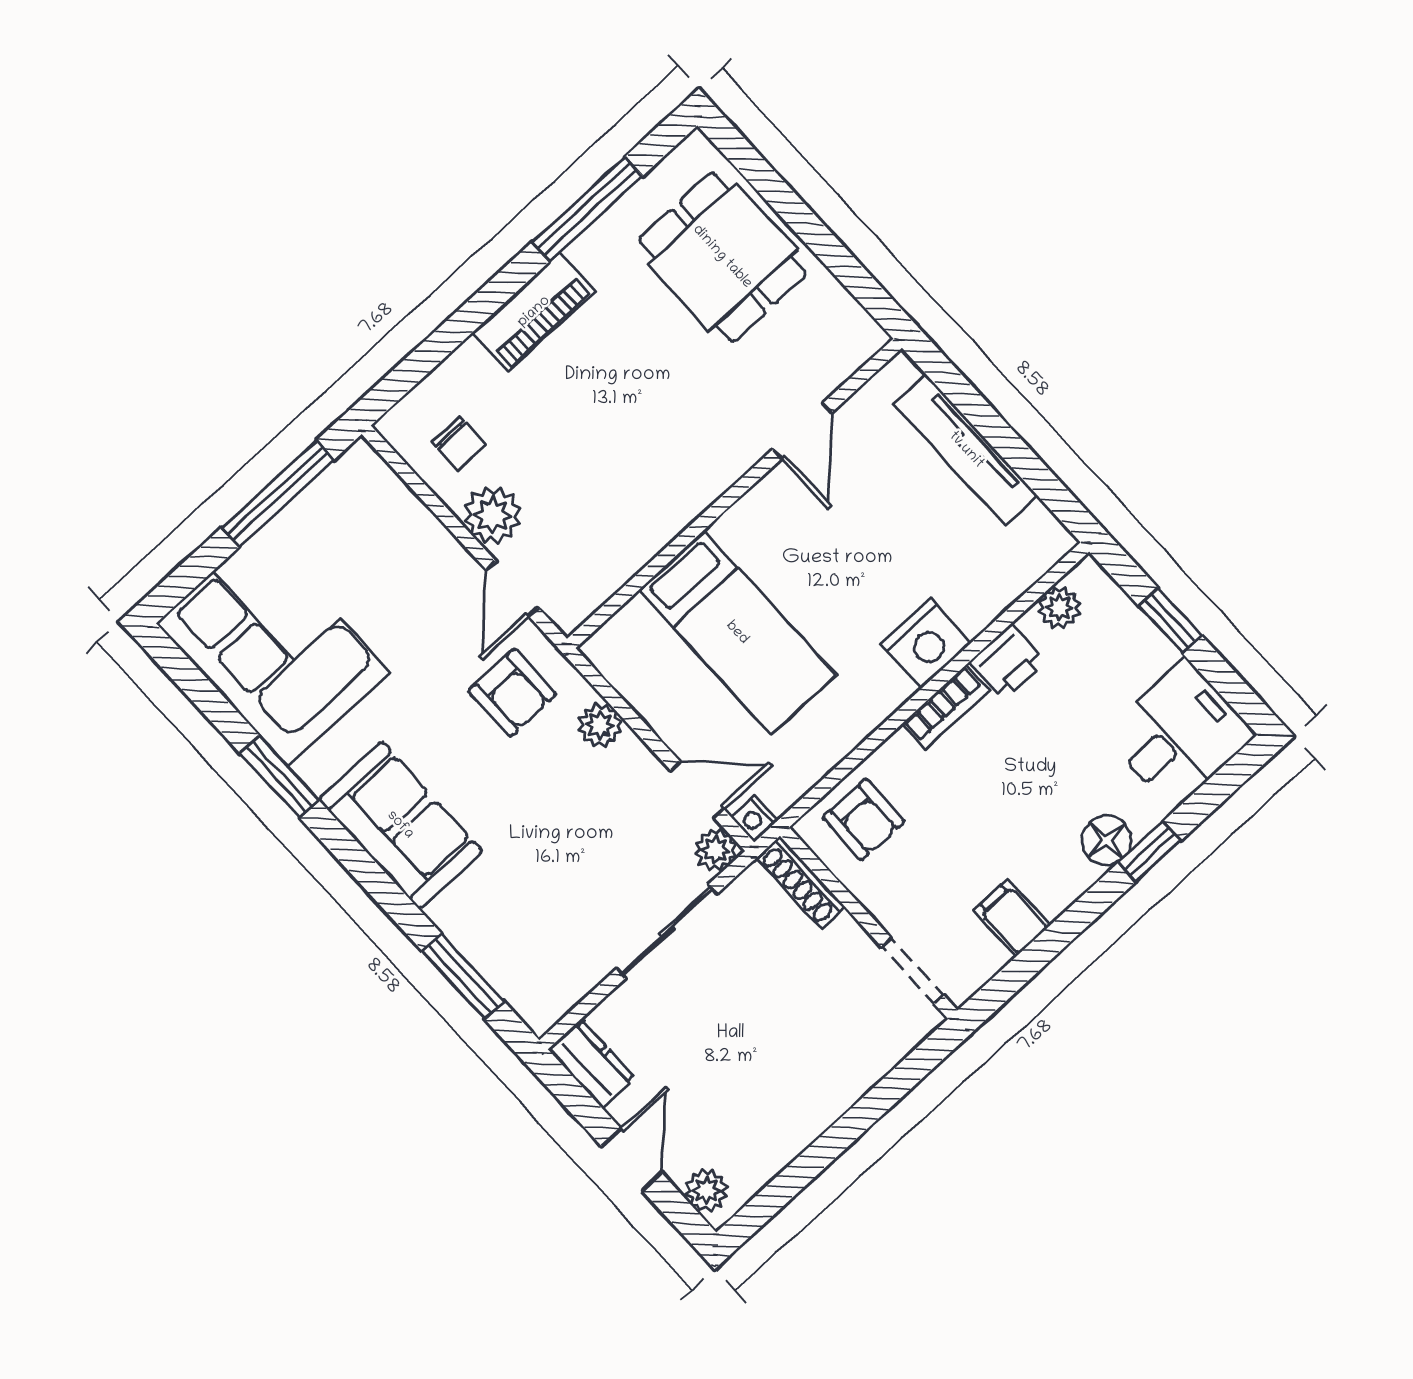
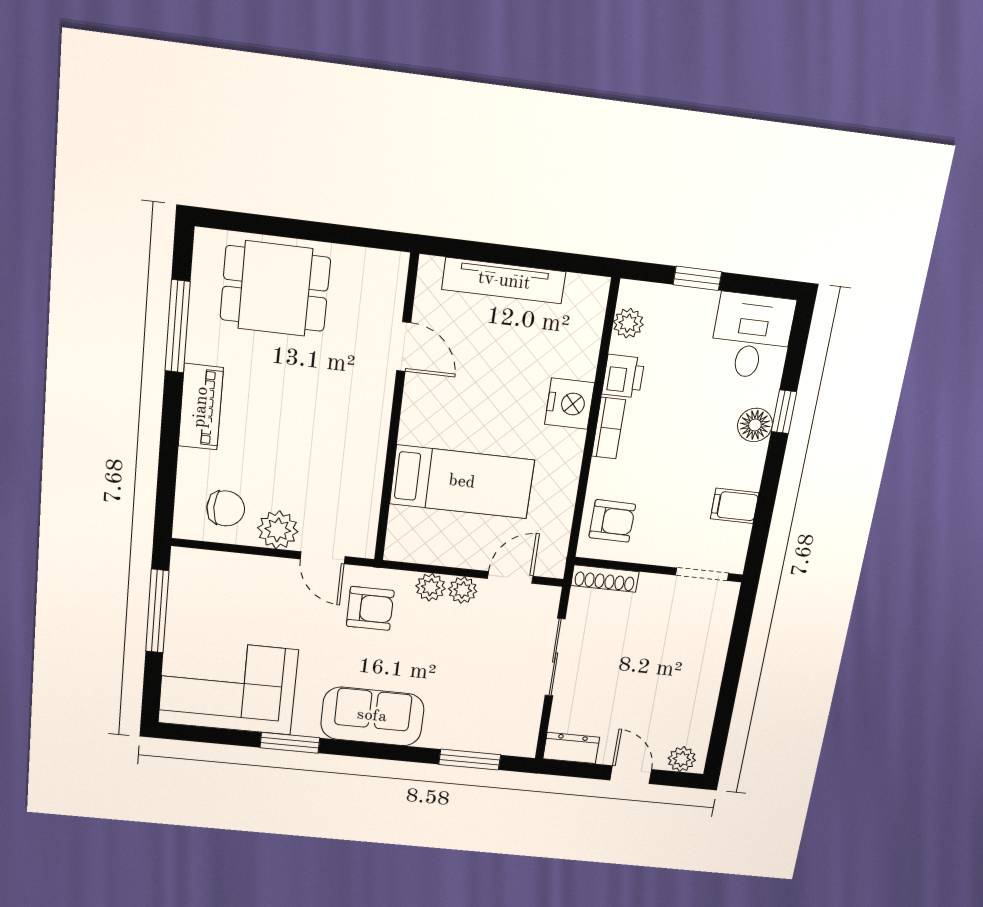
chair: (459, 443) -> (226, 508), width x1.37, depth x1.37
nightstand: (755, 819) -> (553, 567), removed
plant: (716, 850) -> (463, 590), moved

